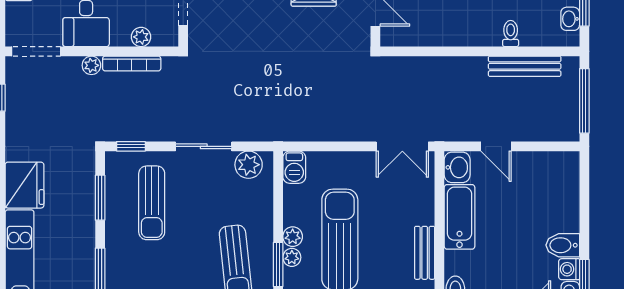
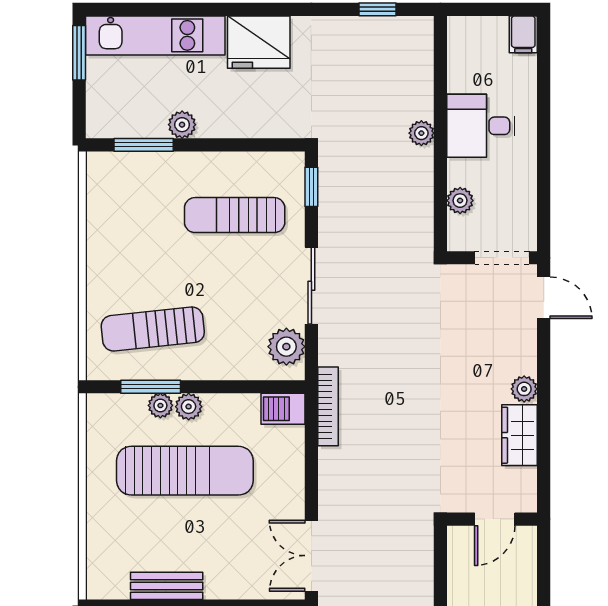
doorway: (36, 51) -> (440, 58), removed
bookcase: (132, 64) -> (328, 406), moved, turned 180
window: (100, 198) -> (242, 145), removed
plant: (85, 241) -> (182, 125), added

